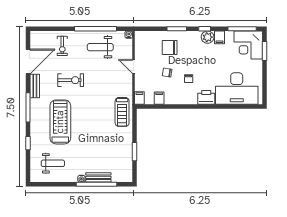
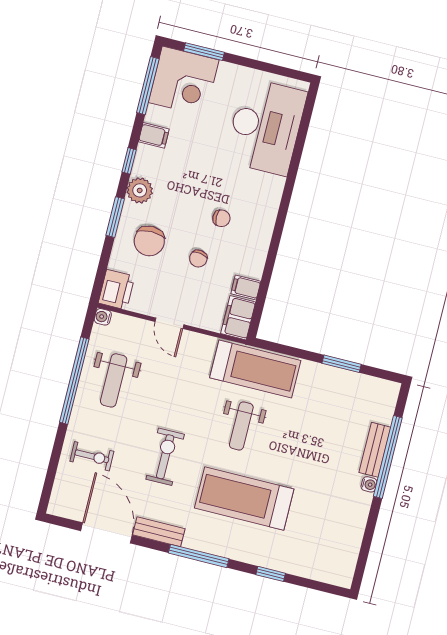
plant: (208, 37) -> (140, 190), moved
door: (134, 66) -> (169, 323), hinge flipped
printer: (206, 97) -> (117, 290), moved, turned 180
filing cabinet: (139, 98) -> (238, 318), width x2.00
treadmill: (122, 112) -> (255, 369), width x1.37, depth x1.38
weight bench: (53, 163) -> (241, 426), moved, turned 180

